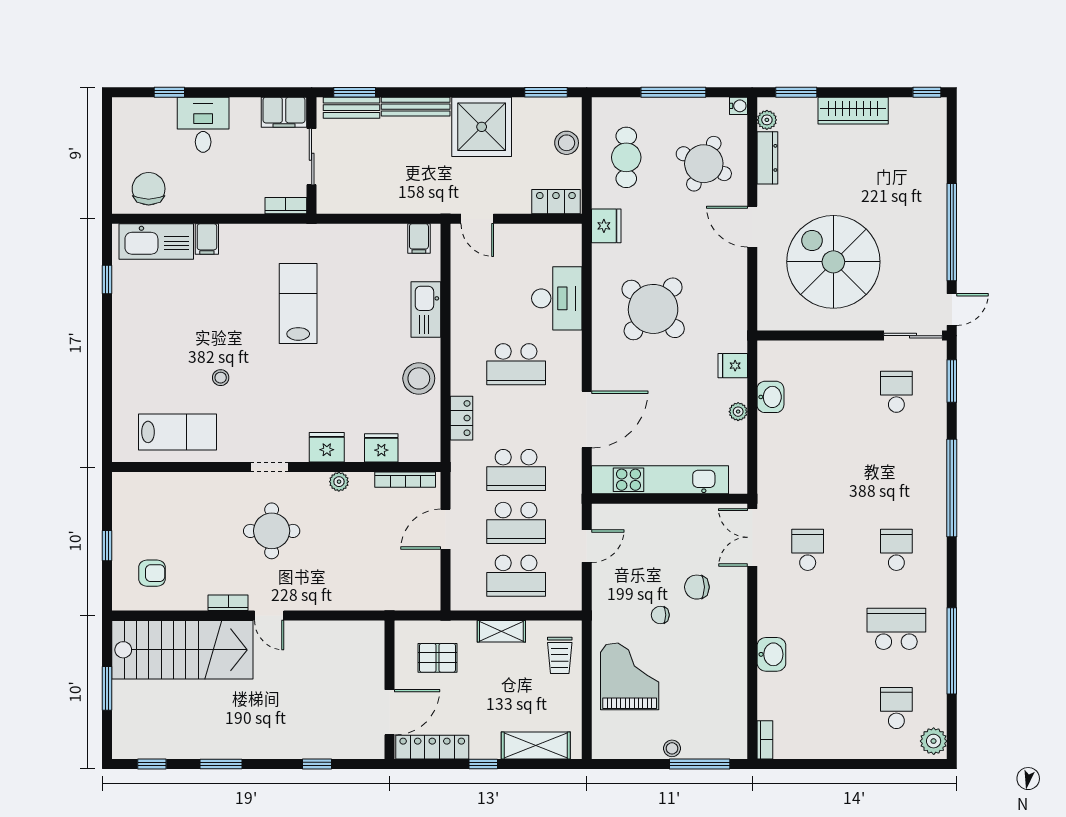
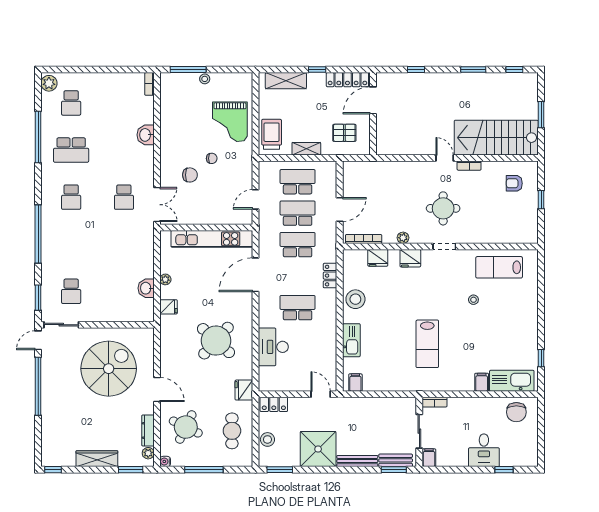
filing cabinet: (284, 112) -> (429, 458), width x0.50
spiral stairs: (833, 262) -> (109, 369), turned -90
trolley: (560, 655) -> (272, 134), width x1.36, depth x1.39

